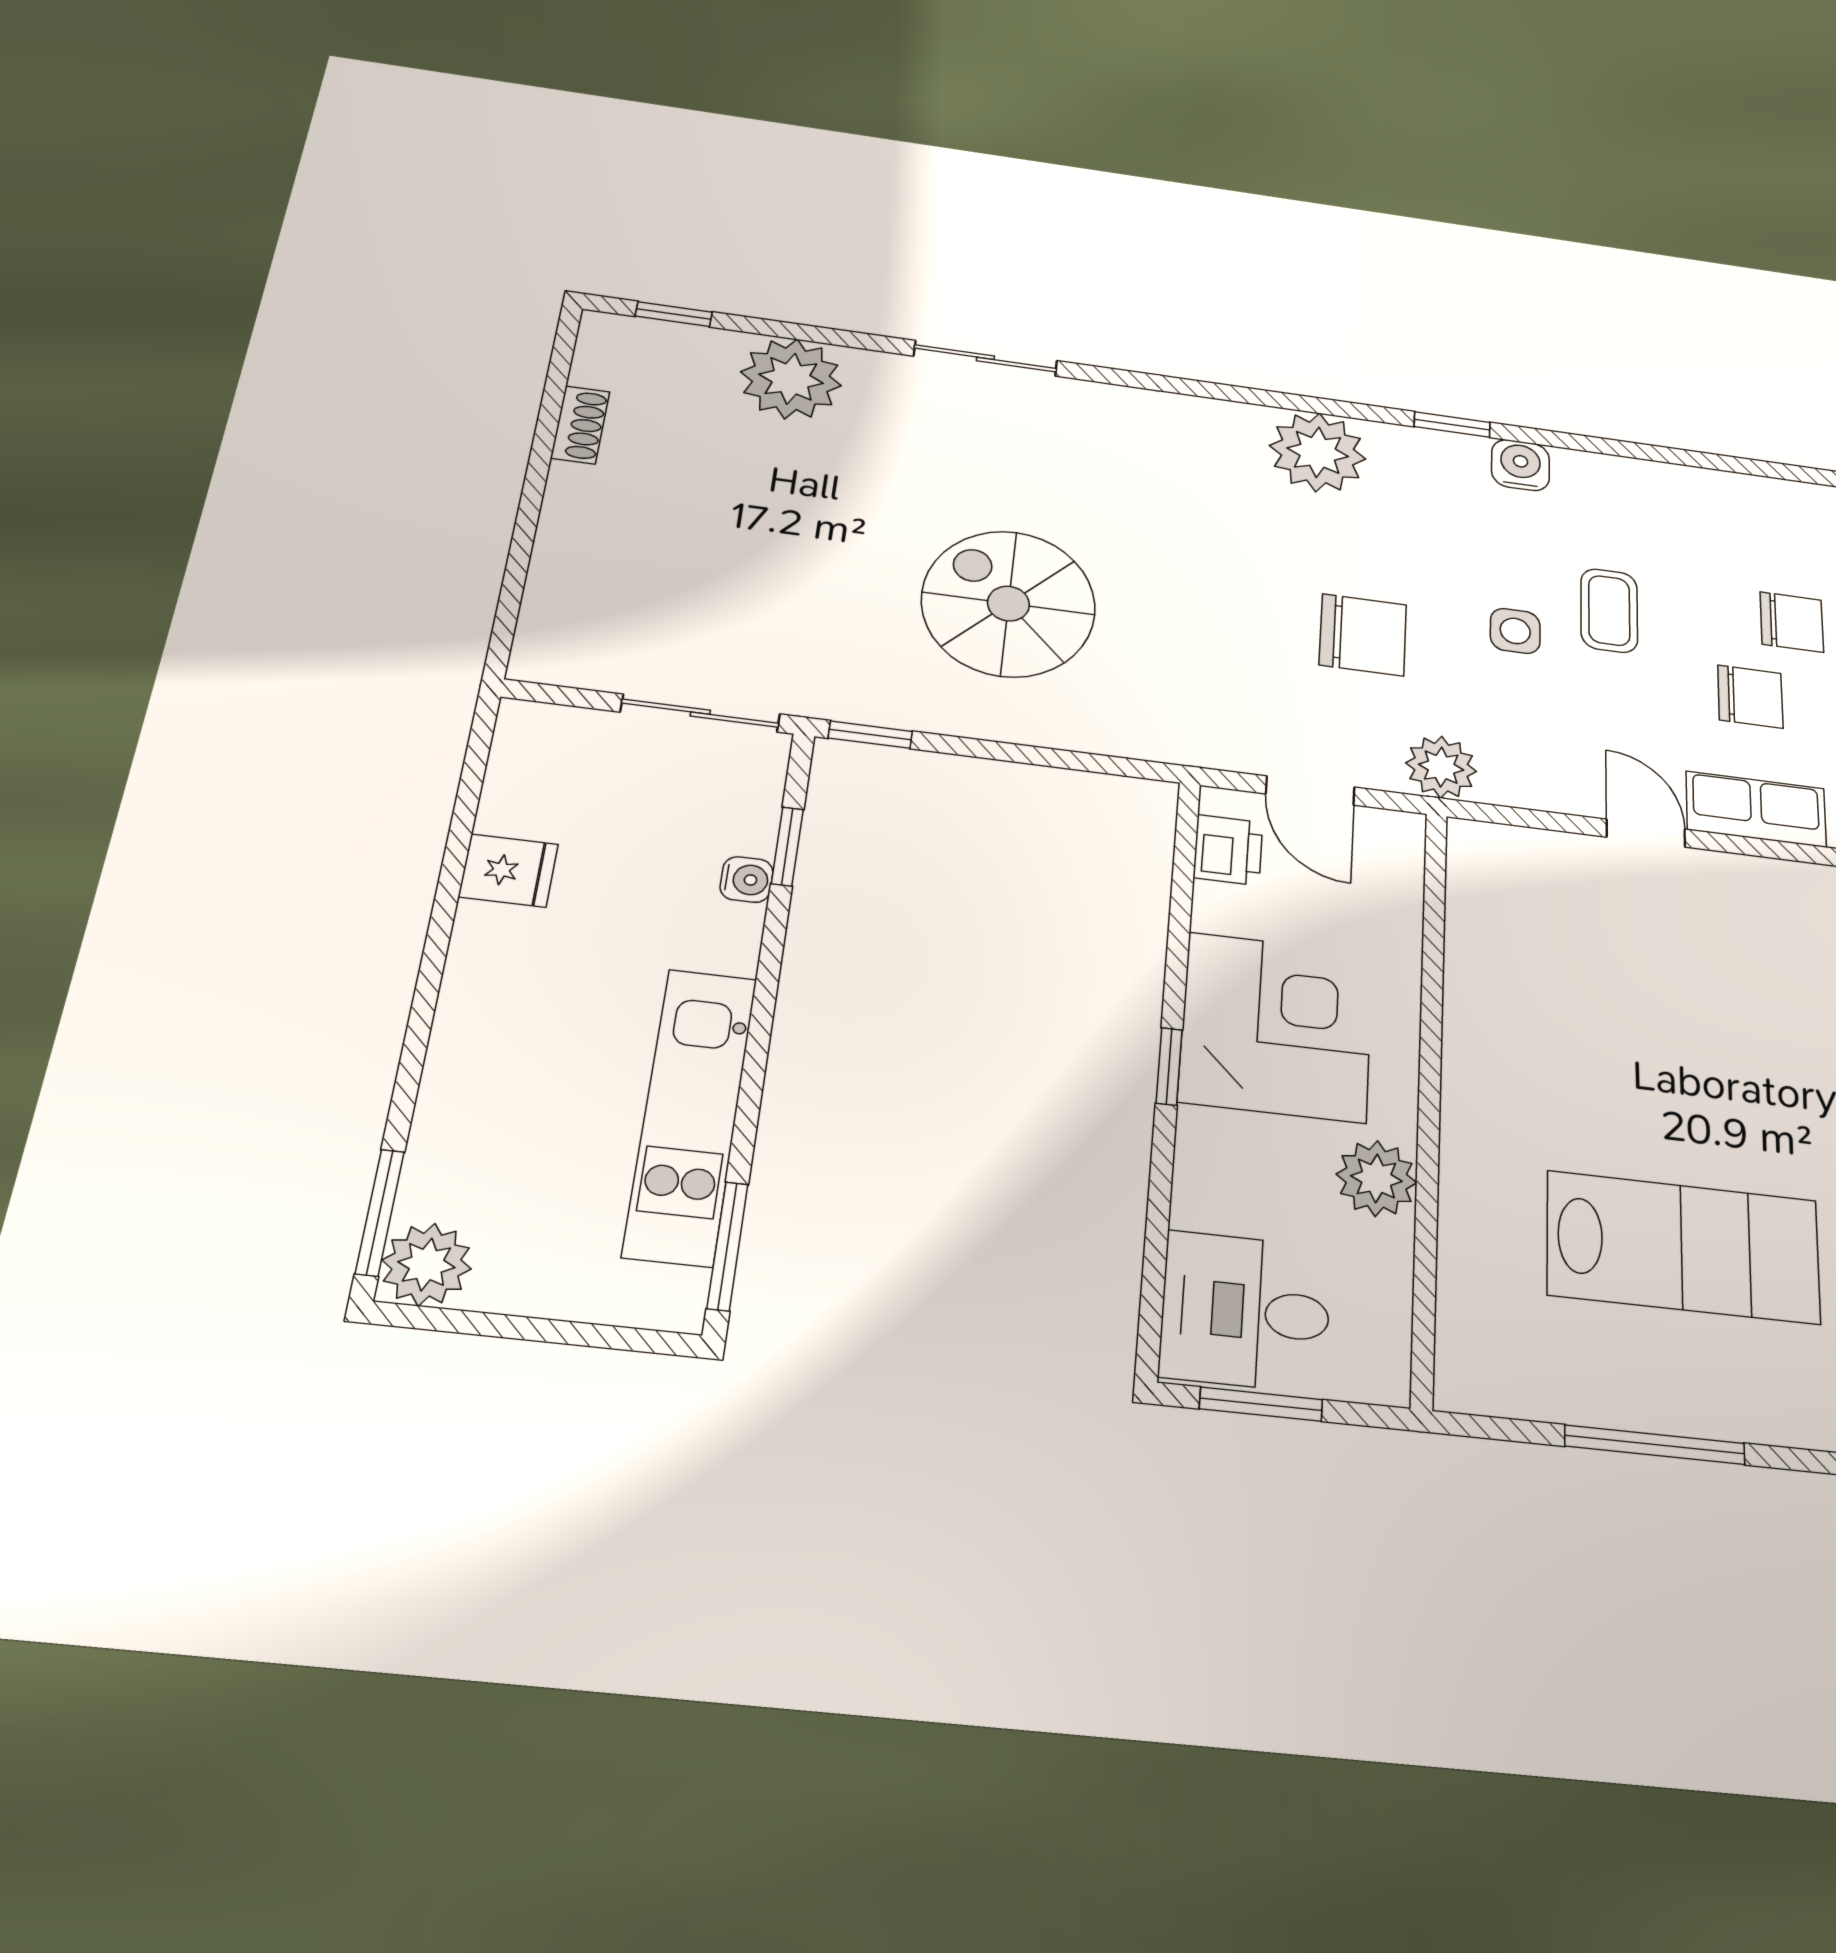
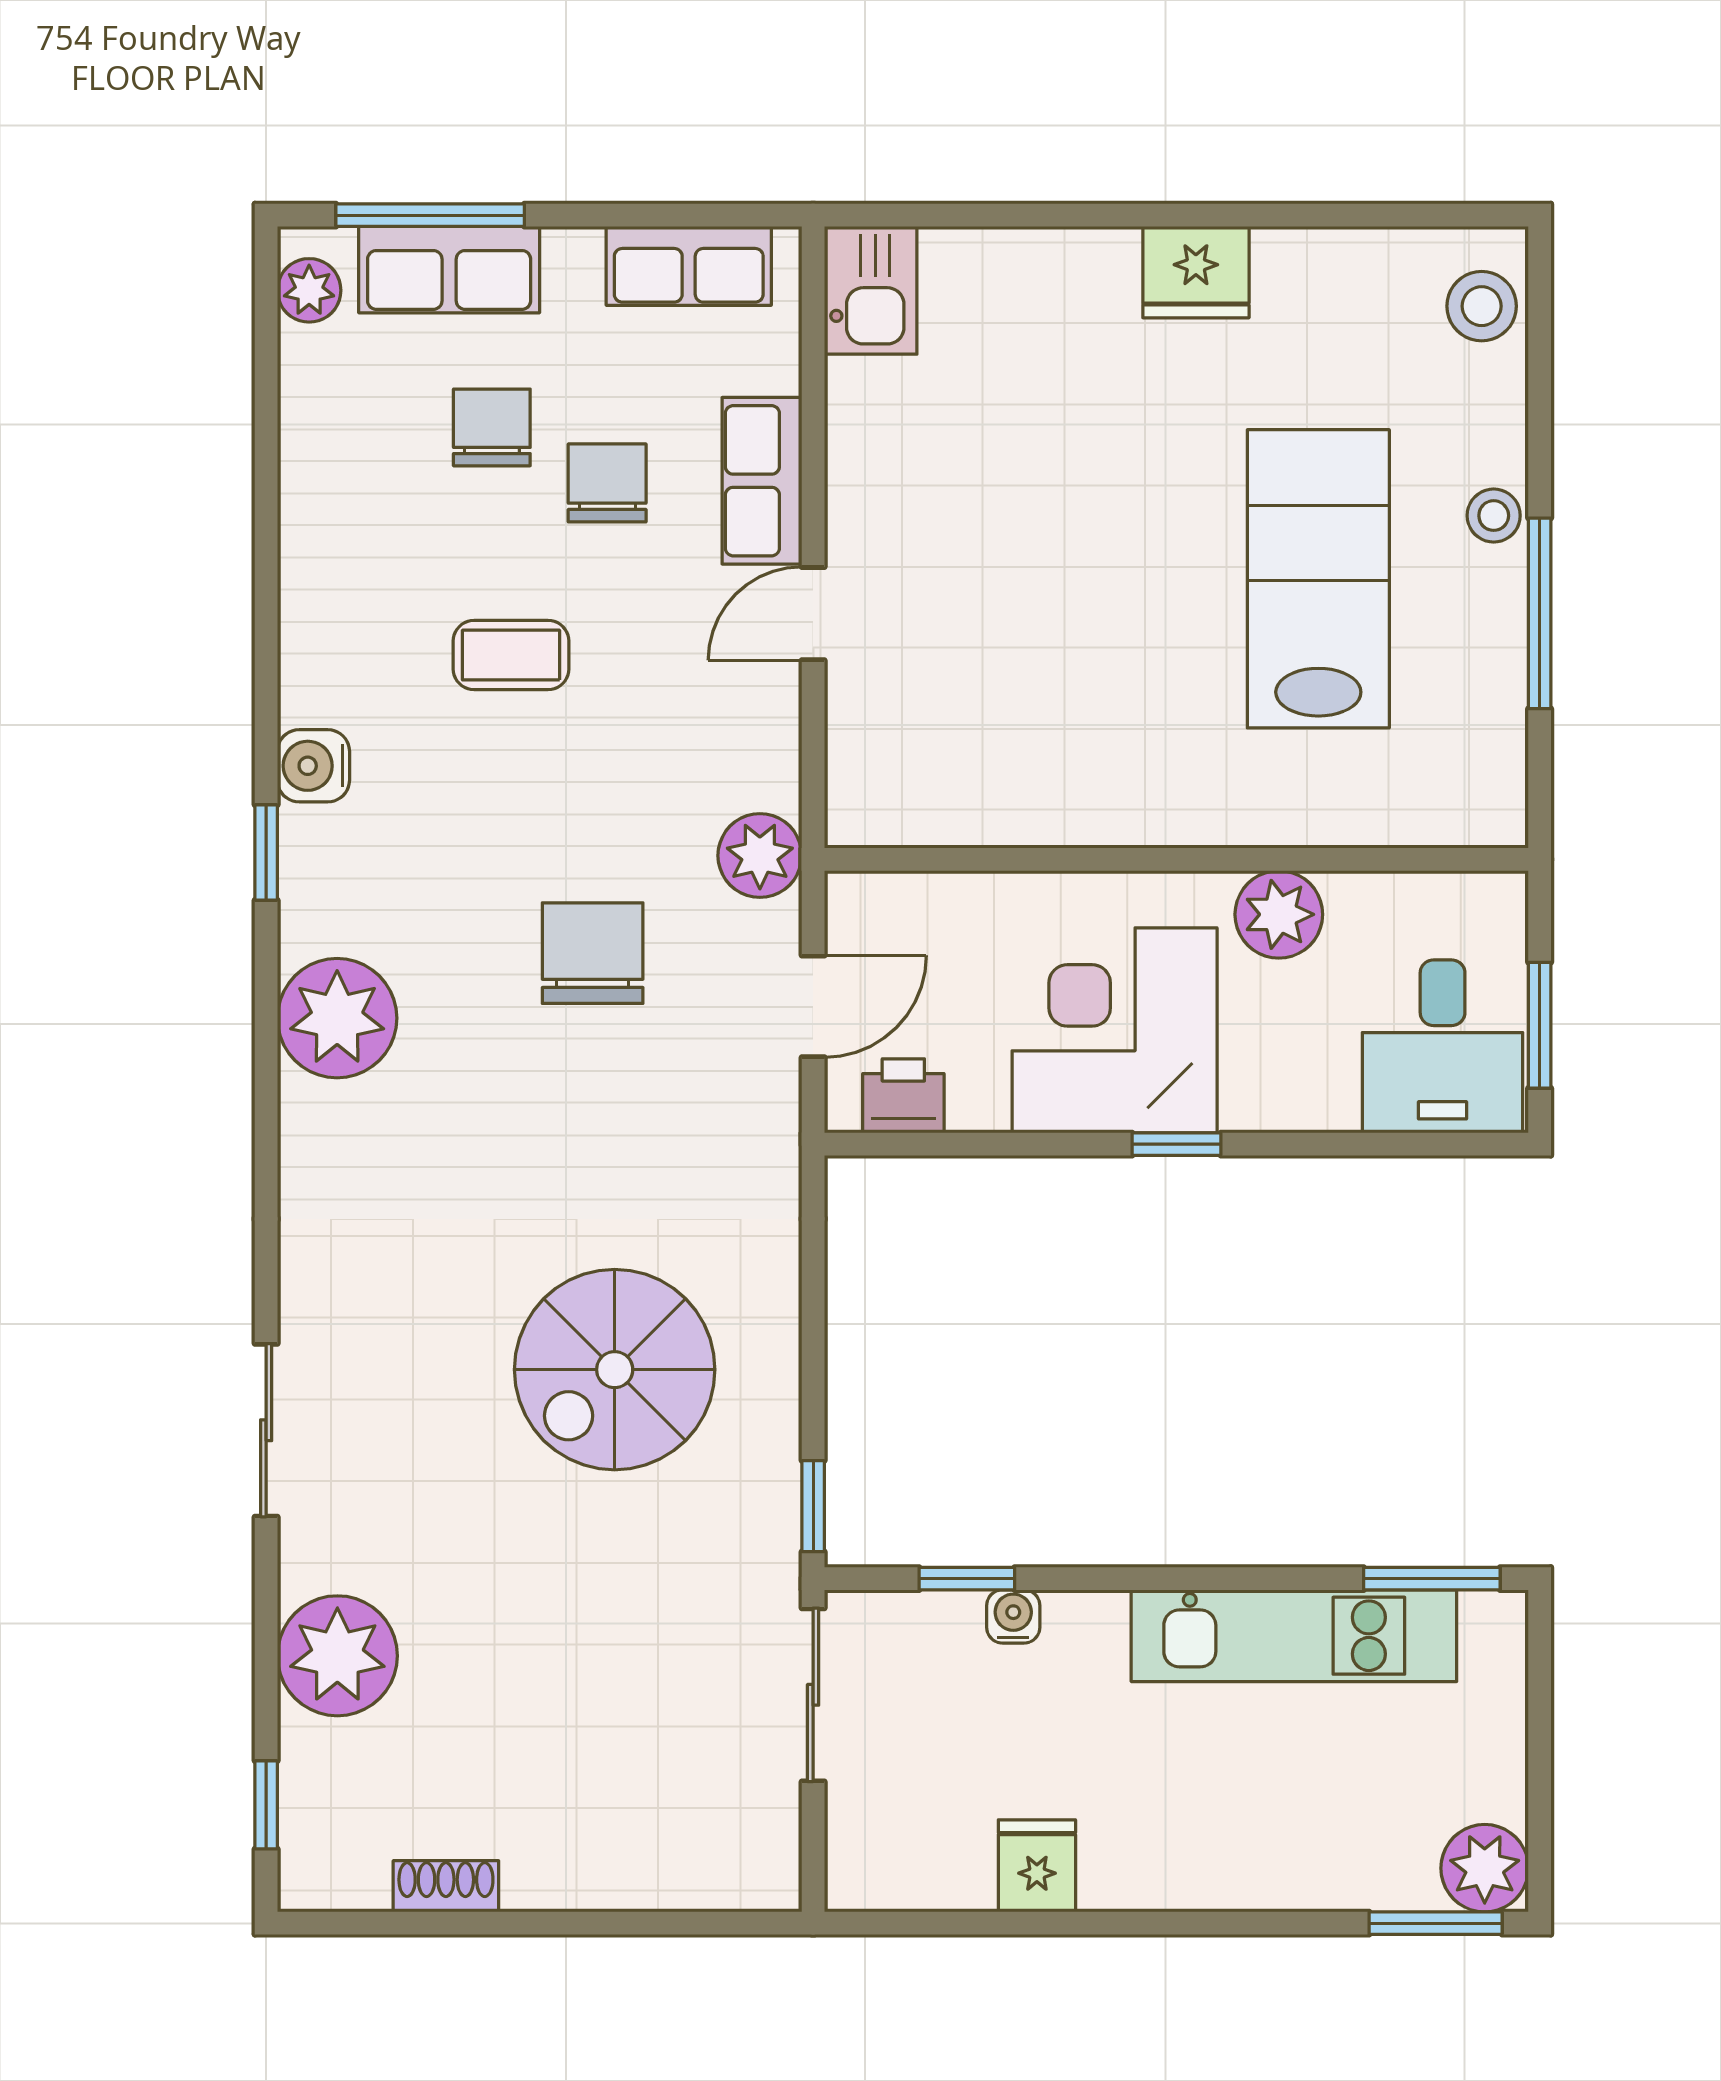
side table: (1515, 631) -> (558, 770), removed
stool: (1745, 1411) -> (1494, 516), added

